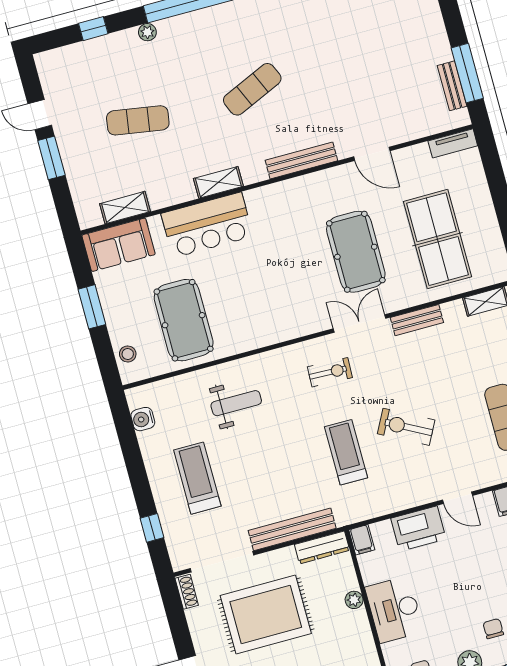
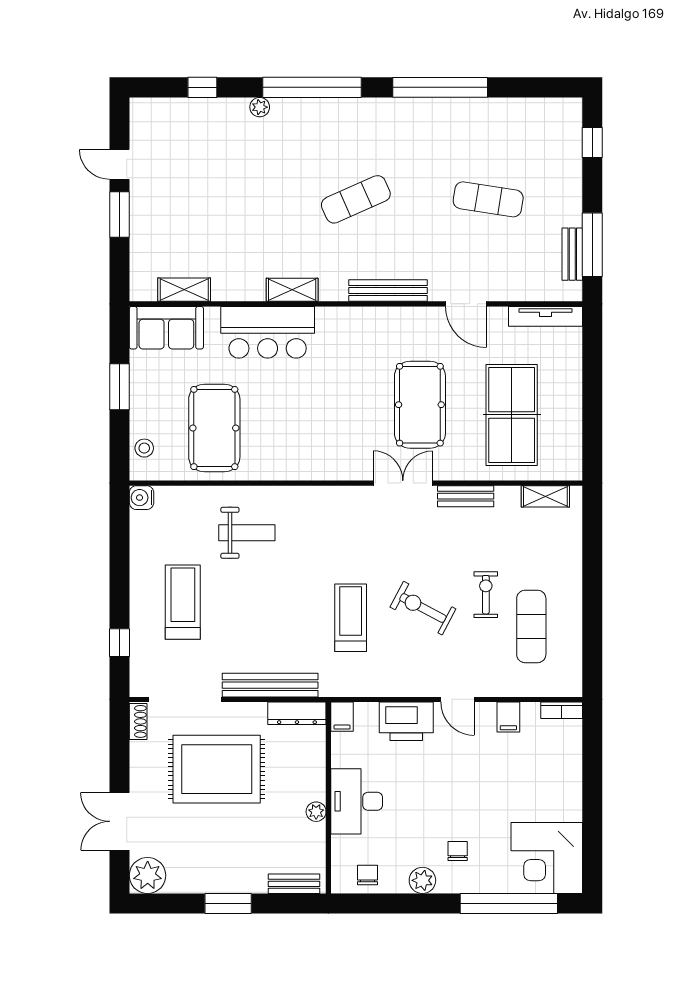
exercise mat: (138, 120) -> (488, 199), moved
tv unit: (453, 143) -> (545, 316), width x1.41
exercise bike: (330, 372) -> (486, 595), moved, turned -92
water cooler: (143, 419) -> (142, 498), moved
plant: (354, 600) -> (316, 812), moved

